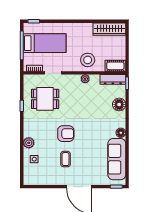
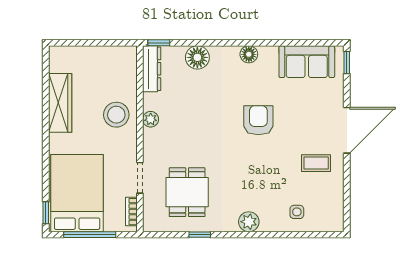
wardrobe: (109, 29) -> (60, 103), moved
bed: (45, 43) -> (77, 193), width x1.50
cot: (115, 66) -> (127, 64), removed
armchair: (66, 134) -> (258, 120), moved
plant: (29, 143) -> (249, 222), moved
coffee table: (66, 159) -> (316, 163), moved
sofa: (117, 159) -> (307, 62), width x0.73

